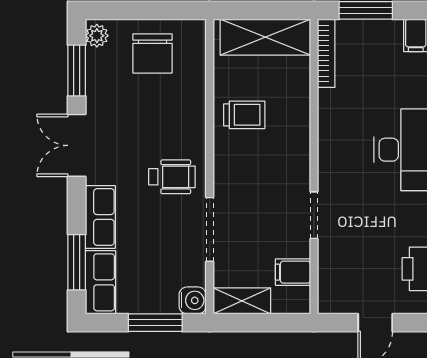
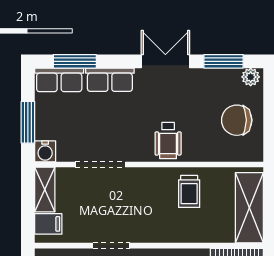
wheelchair: (172, 177) -> (168, 141), moved
filing cabinet: (293, 272) -> (48, 224), moved, turned 90

